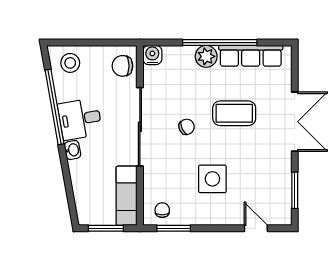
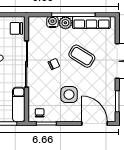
water cooler: (152, 55) -> (52, 22), moved
coffee table: (234, 113) -> (82, 56), turned 32
door: (256, 228) -> (94, 124), width x1.88

